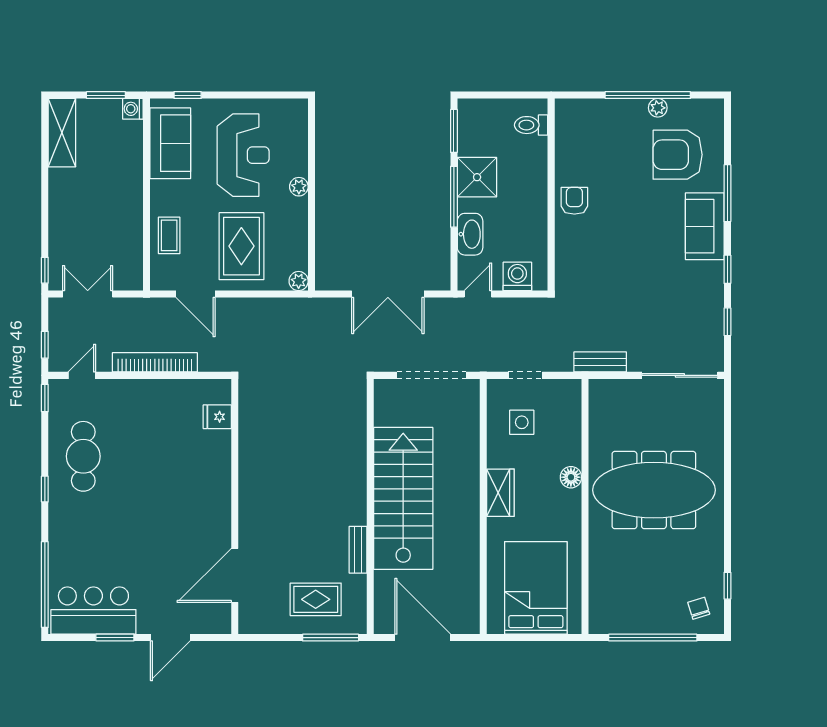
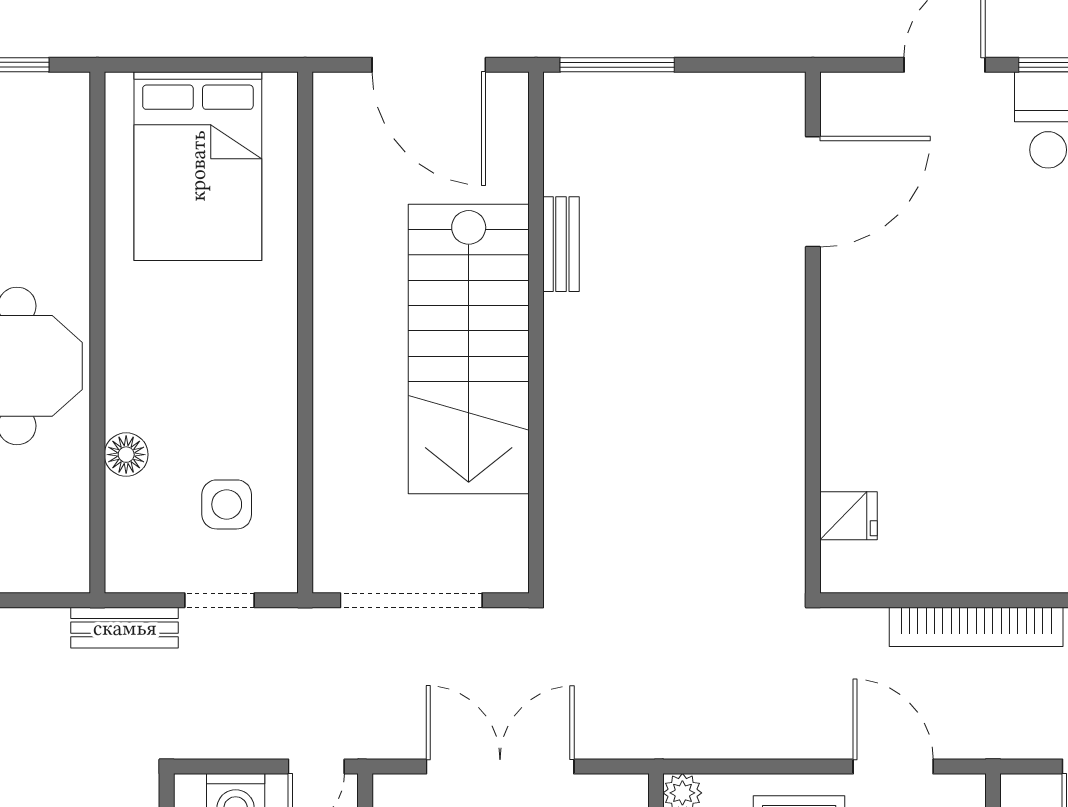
bench: (600, 362) -> (125, 628), moved
floor lamp: (571, 477) -> (126, 455), moved
wardrobe: (500, 493) -> (270, 361), removed
rug: (316, 599) -> (647, 143), removed

